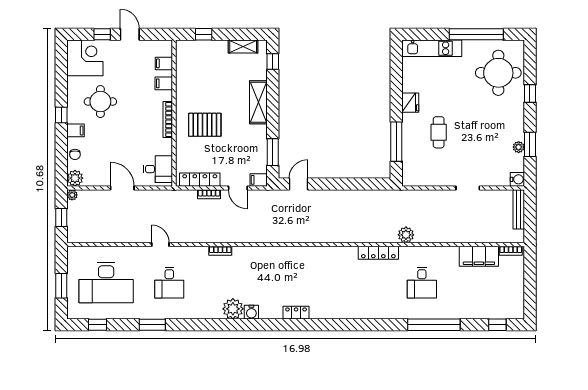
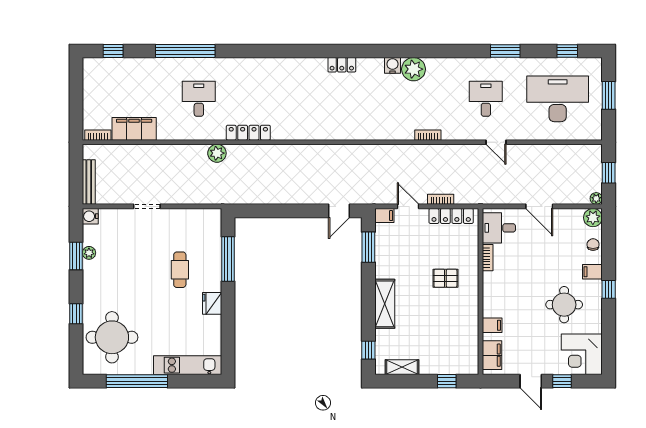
filing cabinet: (164, 63) -> (492, 355), width x2.00
bookcase: (168, 120) -> (488, 258), moved, width x0.64
pallet: (205, 125) -> (445, 278), width x0.67, depth x0.71

